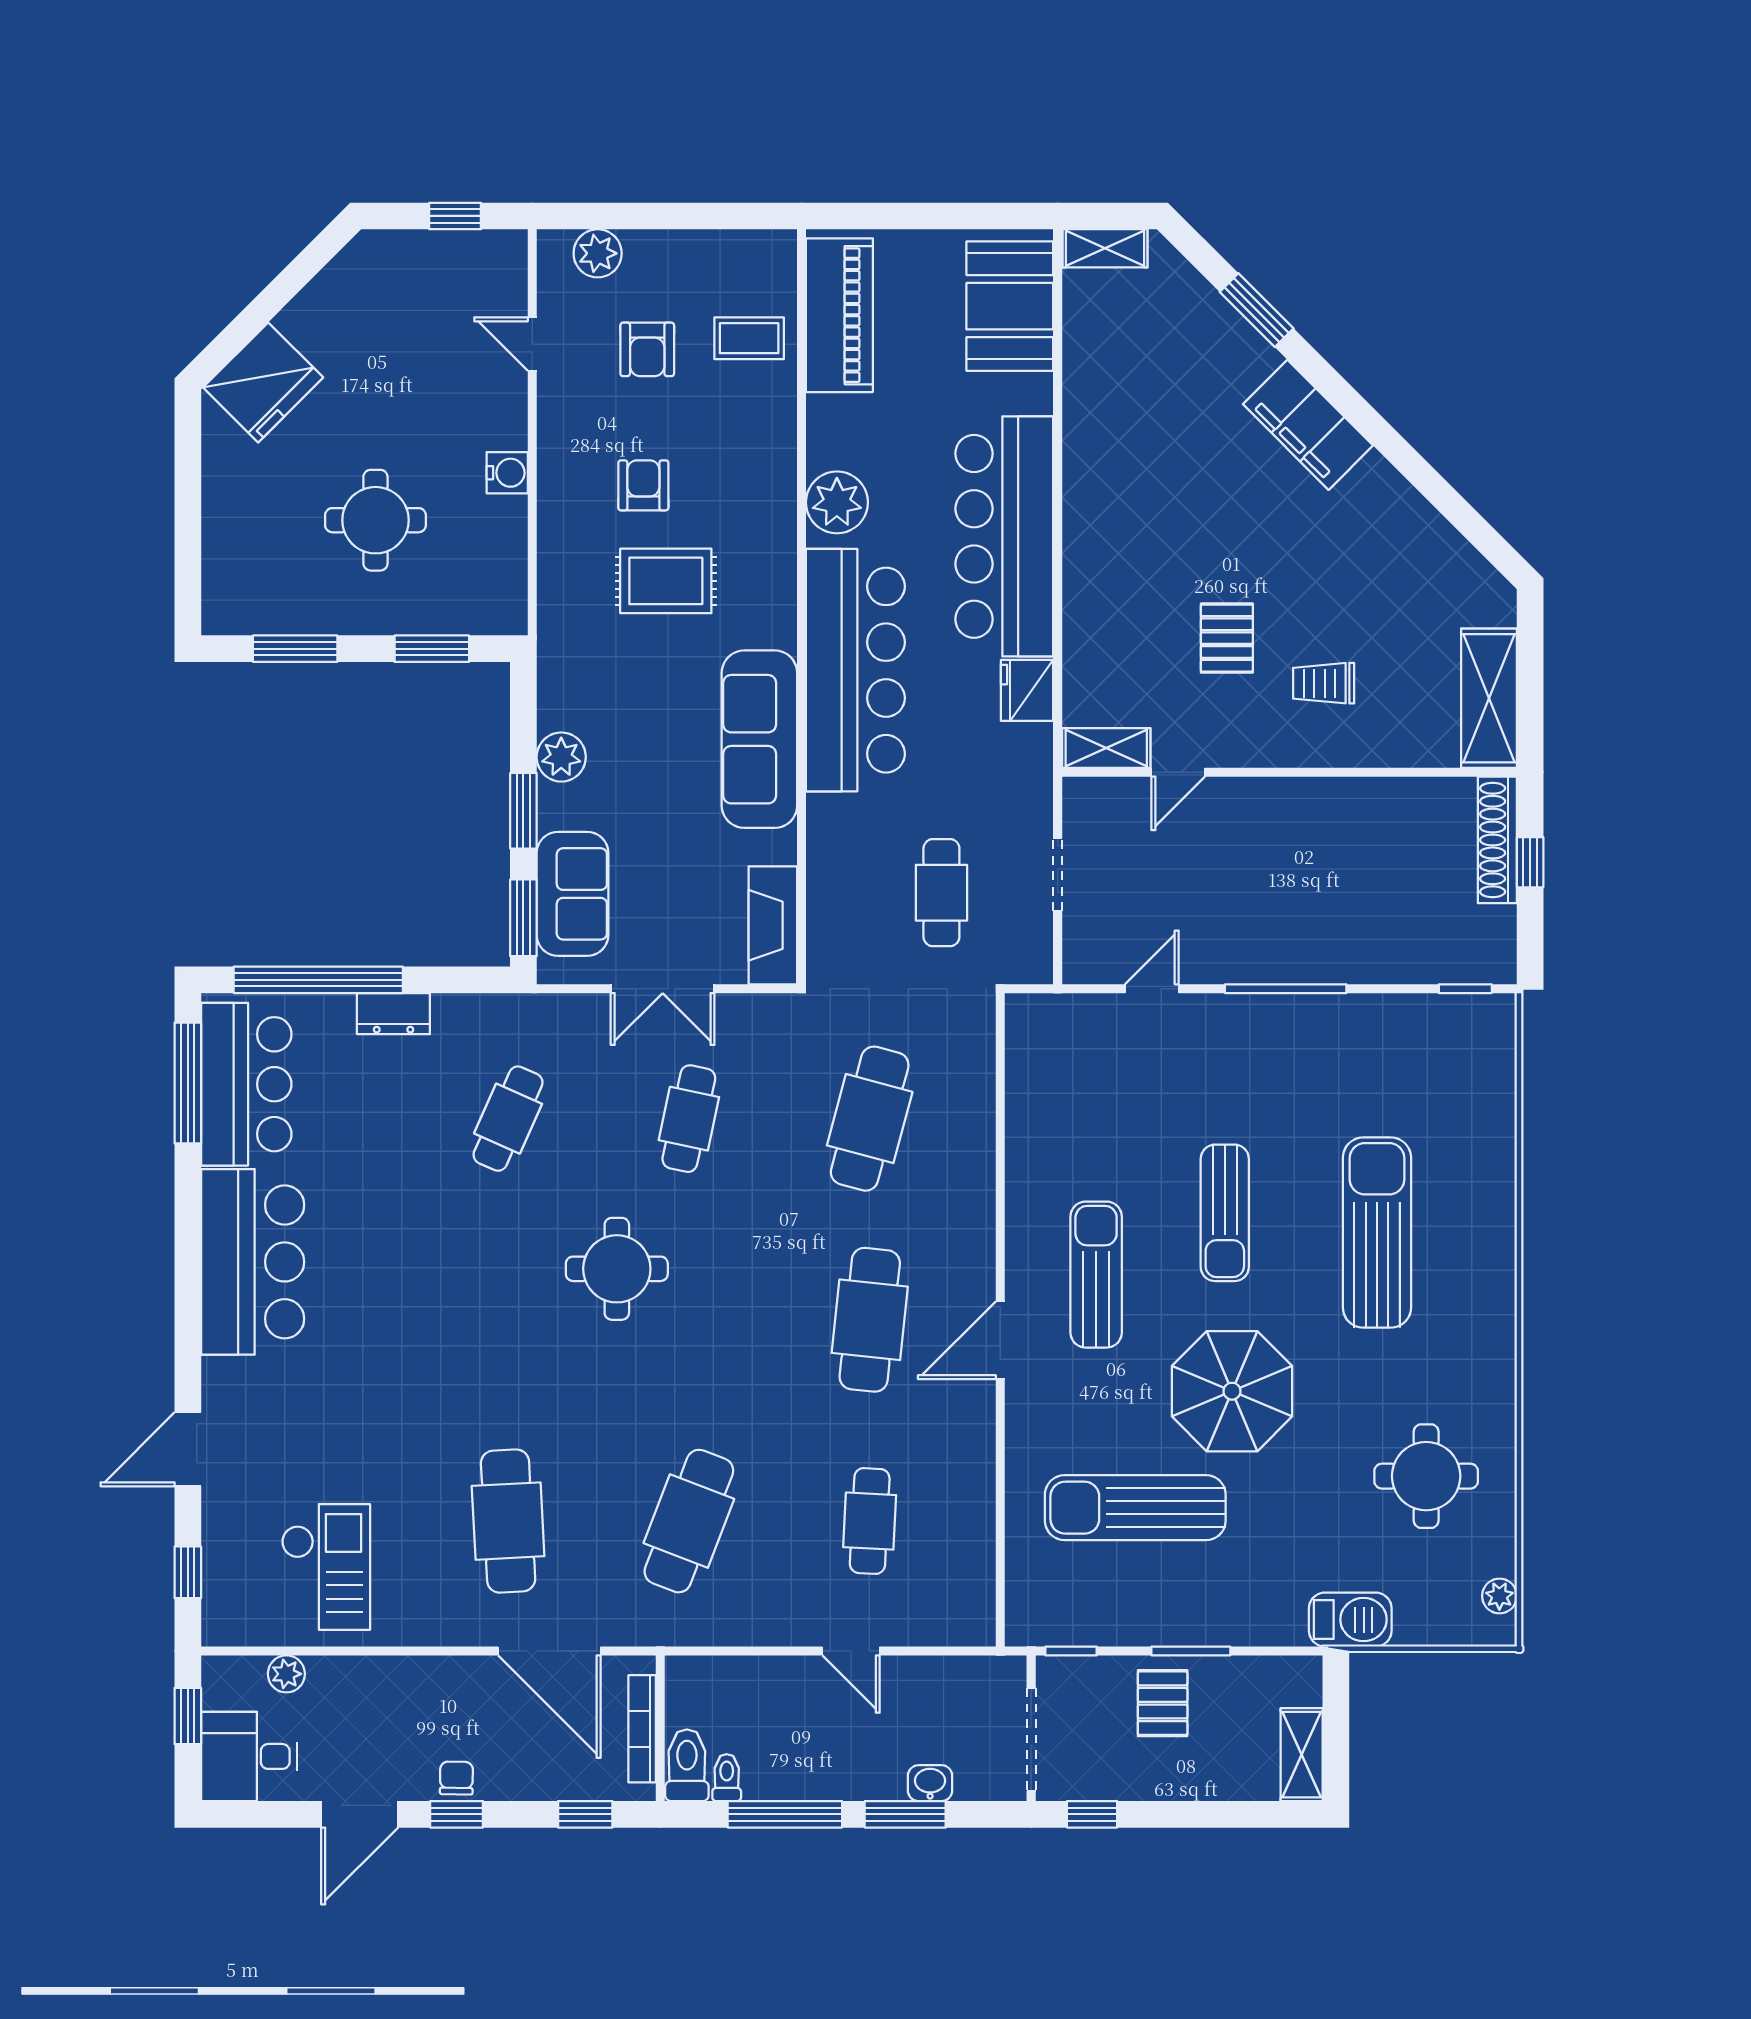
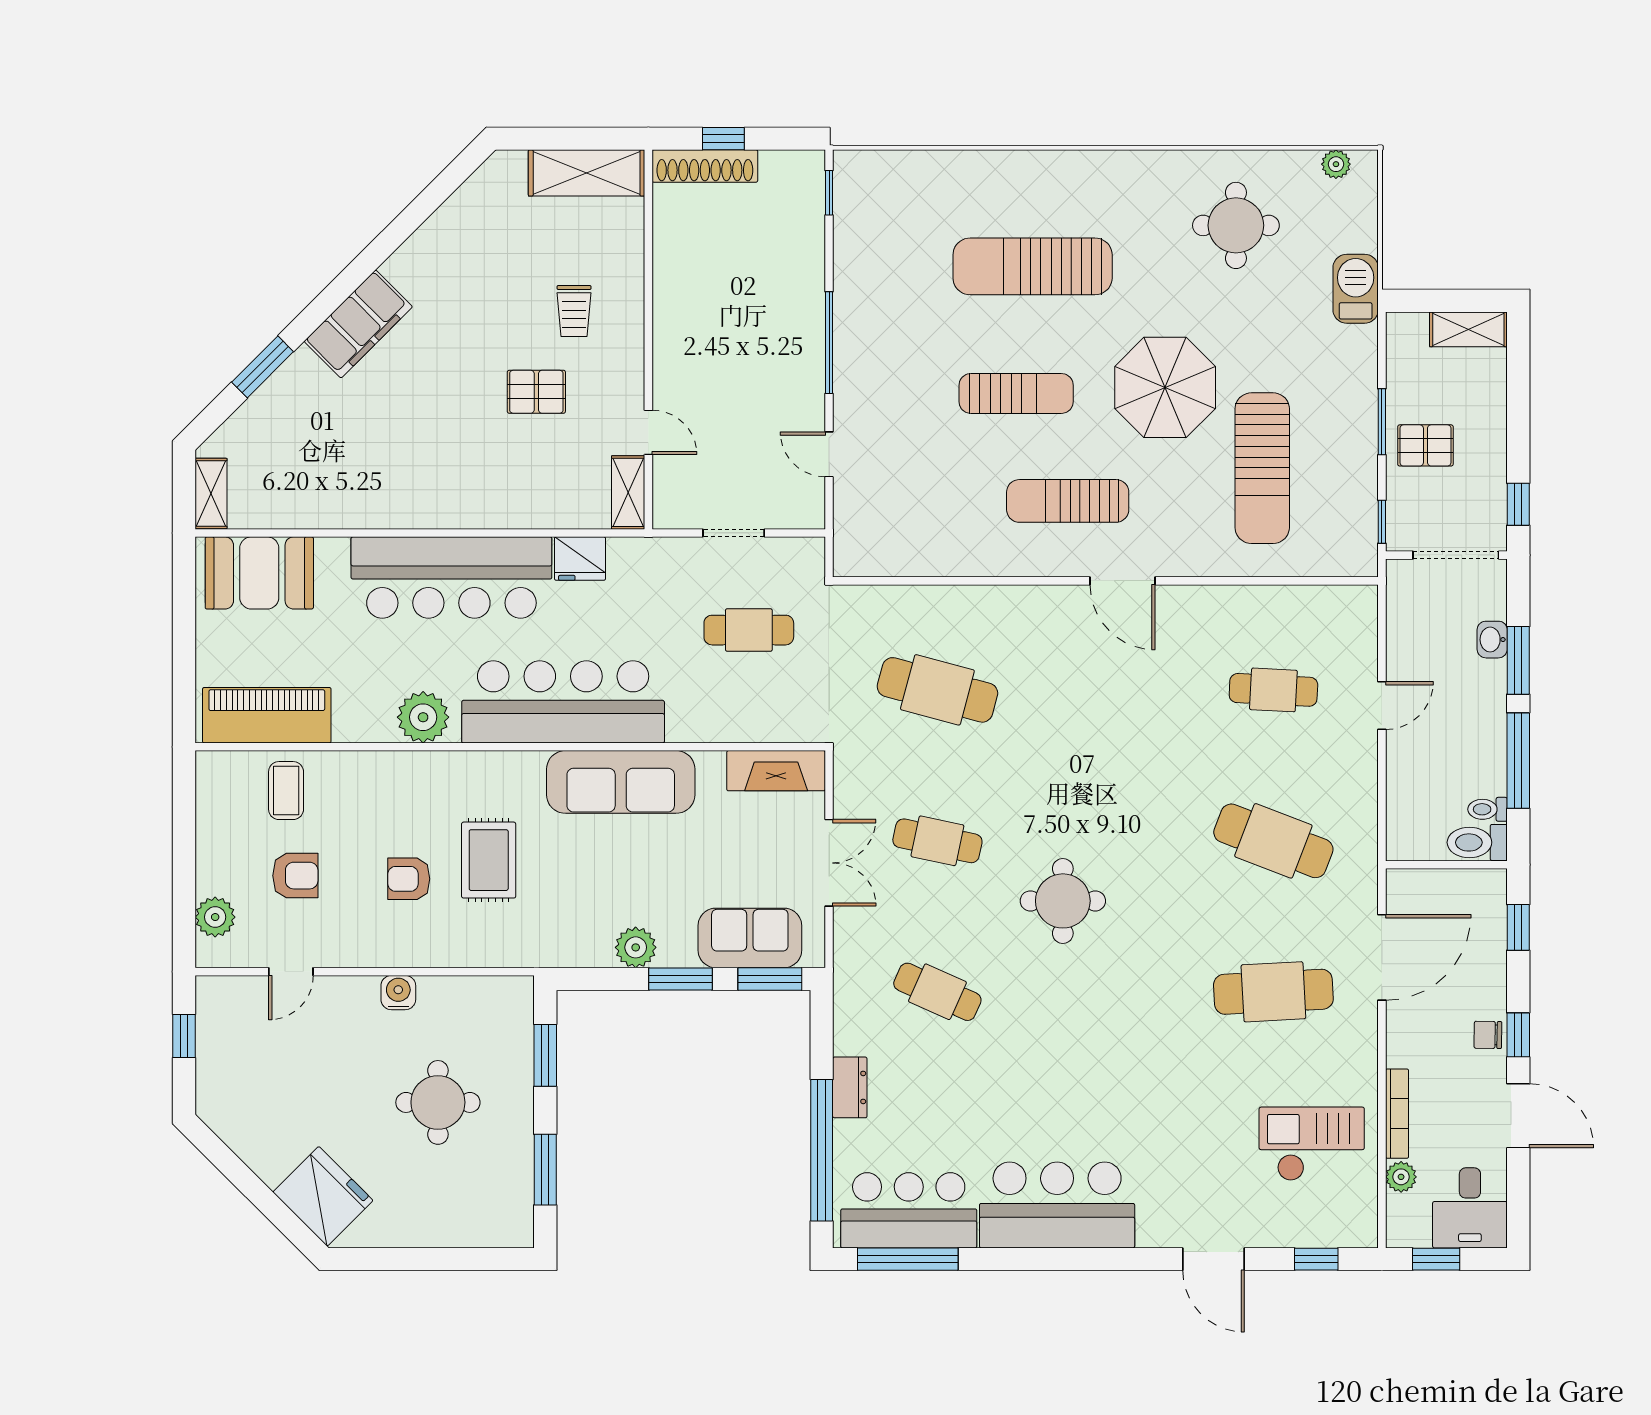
cafe table: (870, 1320) -> (1105, 690), removed
bookcase: (642, 1729) -> (1397, 1114), moved, turned -90

